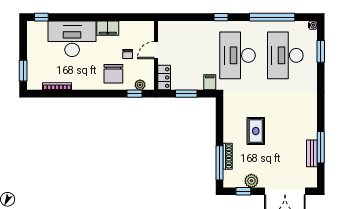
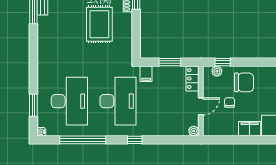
plant: (163, 26) -> (194, 131), added
chair: (113, 74) -> (244, 82), turned 90
rug: (256, 131) -> (99, 24), width x1.36, depth x1.43

